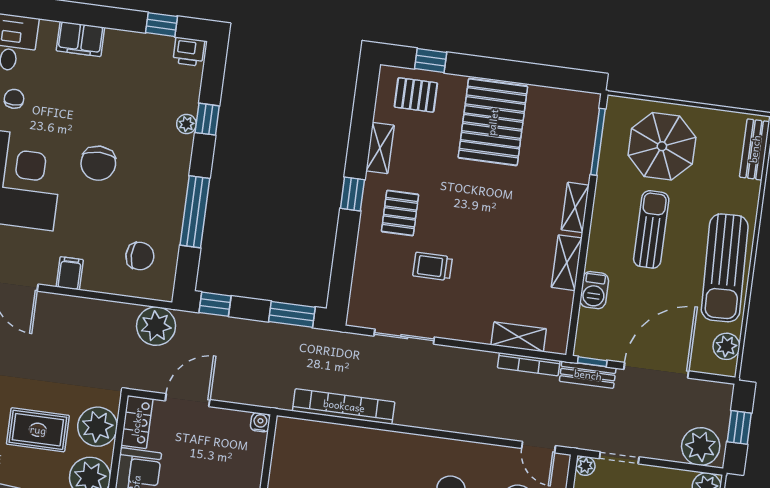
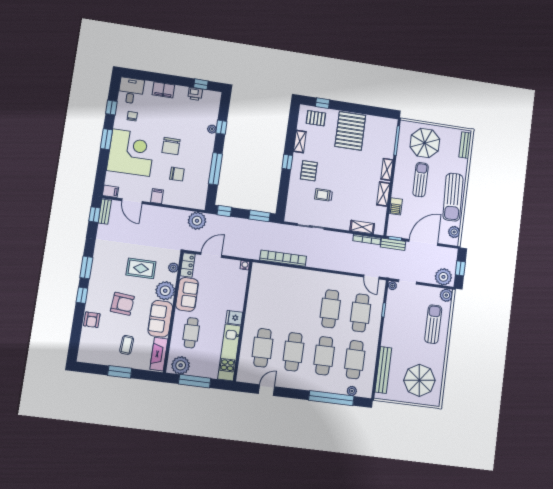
printer: (189, 52) -> (195, 94), moved
chair: (140, 256) -> (177, 174), moved
plant: (97, 427) -> (173, 268), width x0.53, depth x0.53

